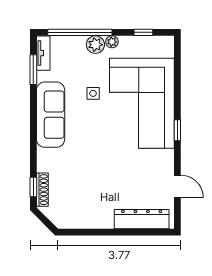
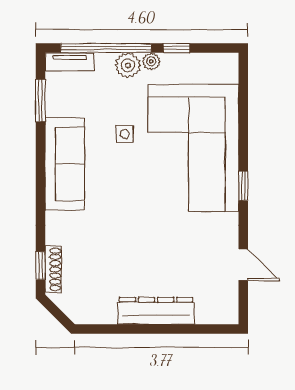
window: (143, 32) -> (177, 48), moved
tv unit: (43, 53) -> (70, 62), moved, turned 90
dresser: (142, 219) -> (156, 311), moved

